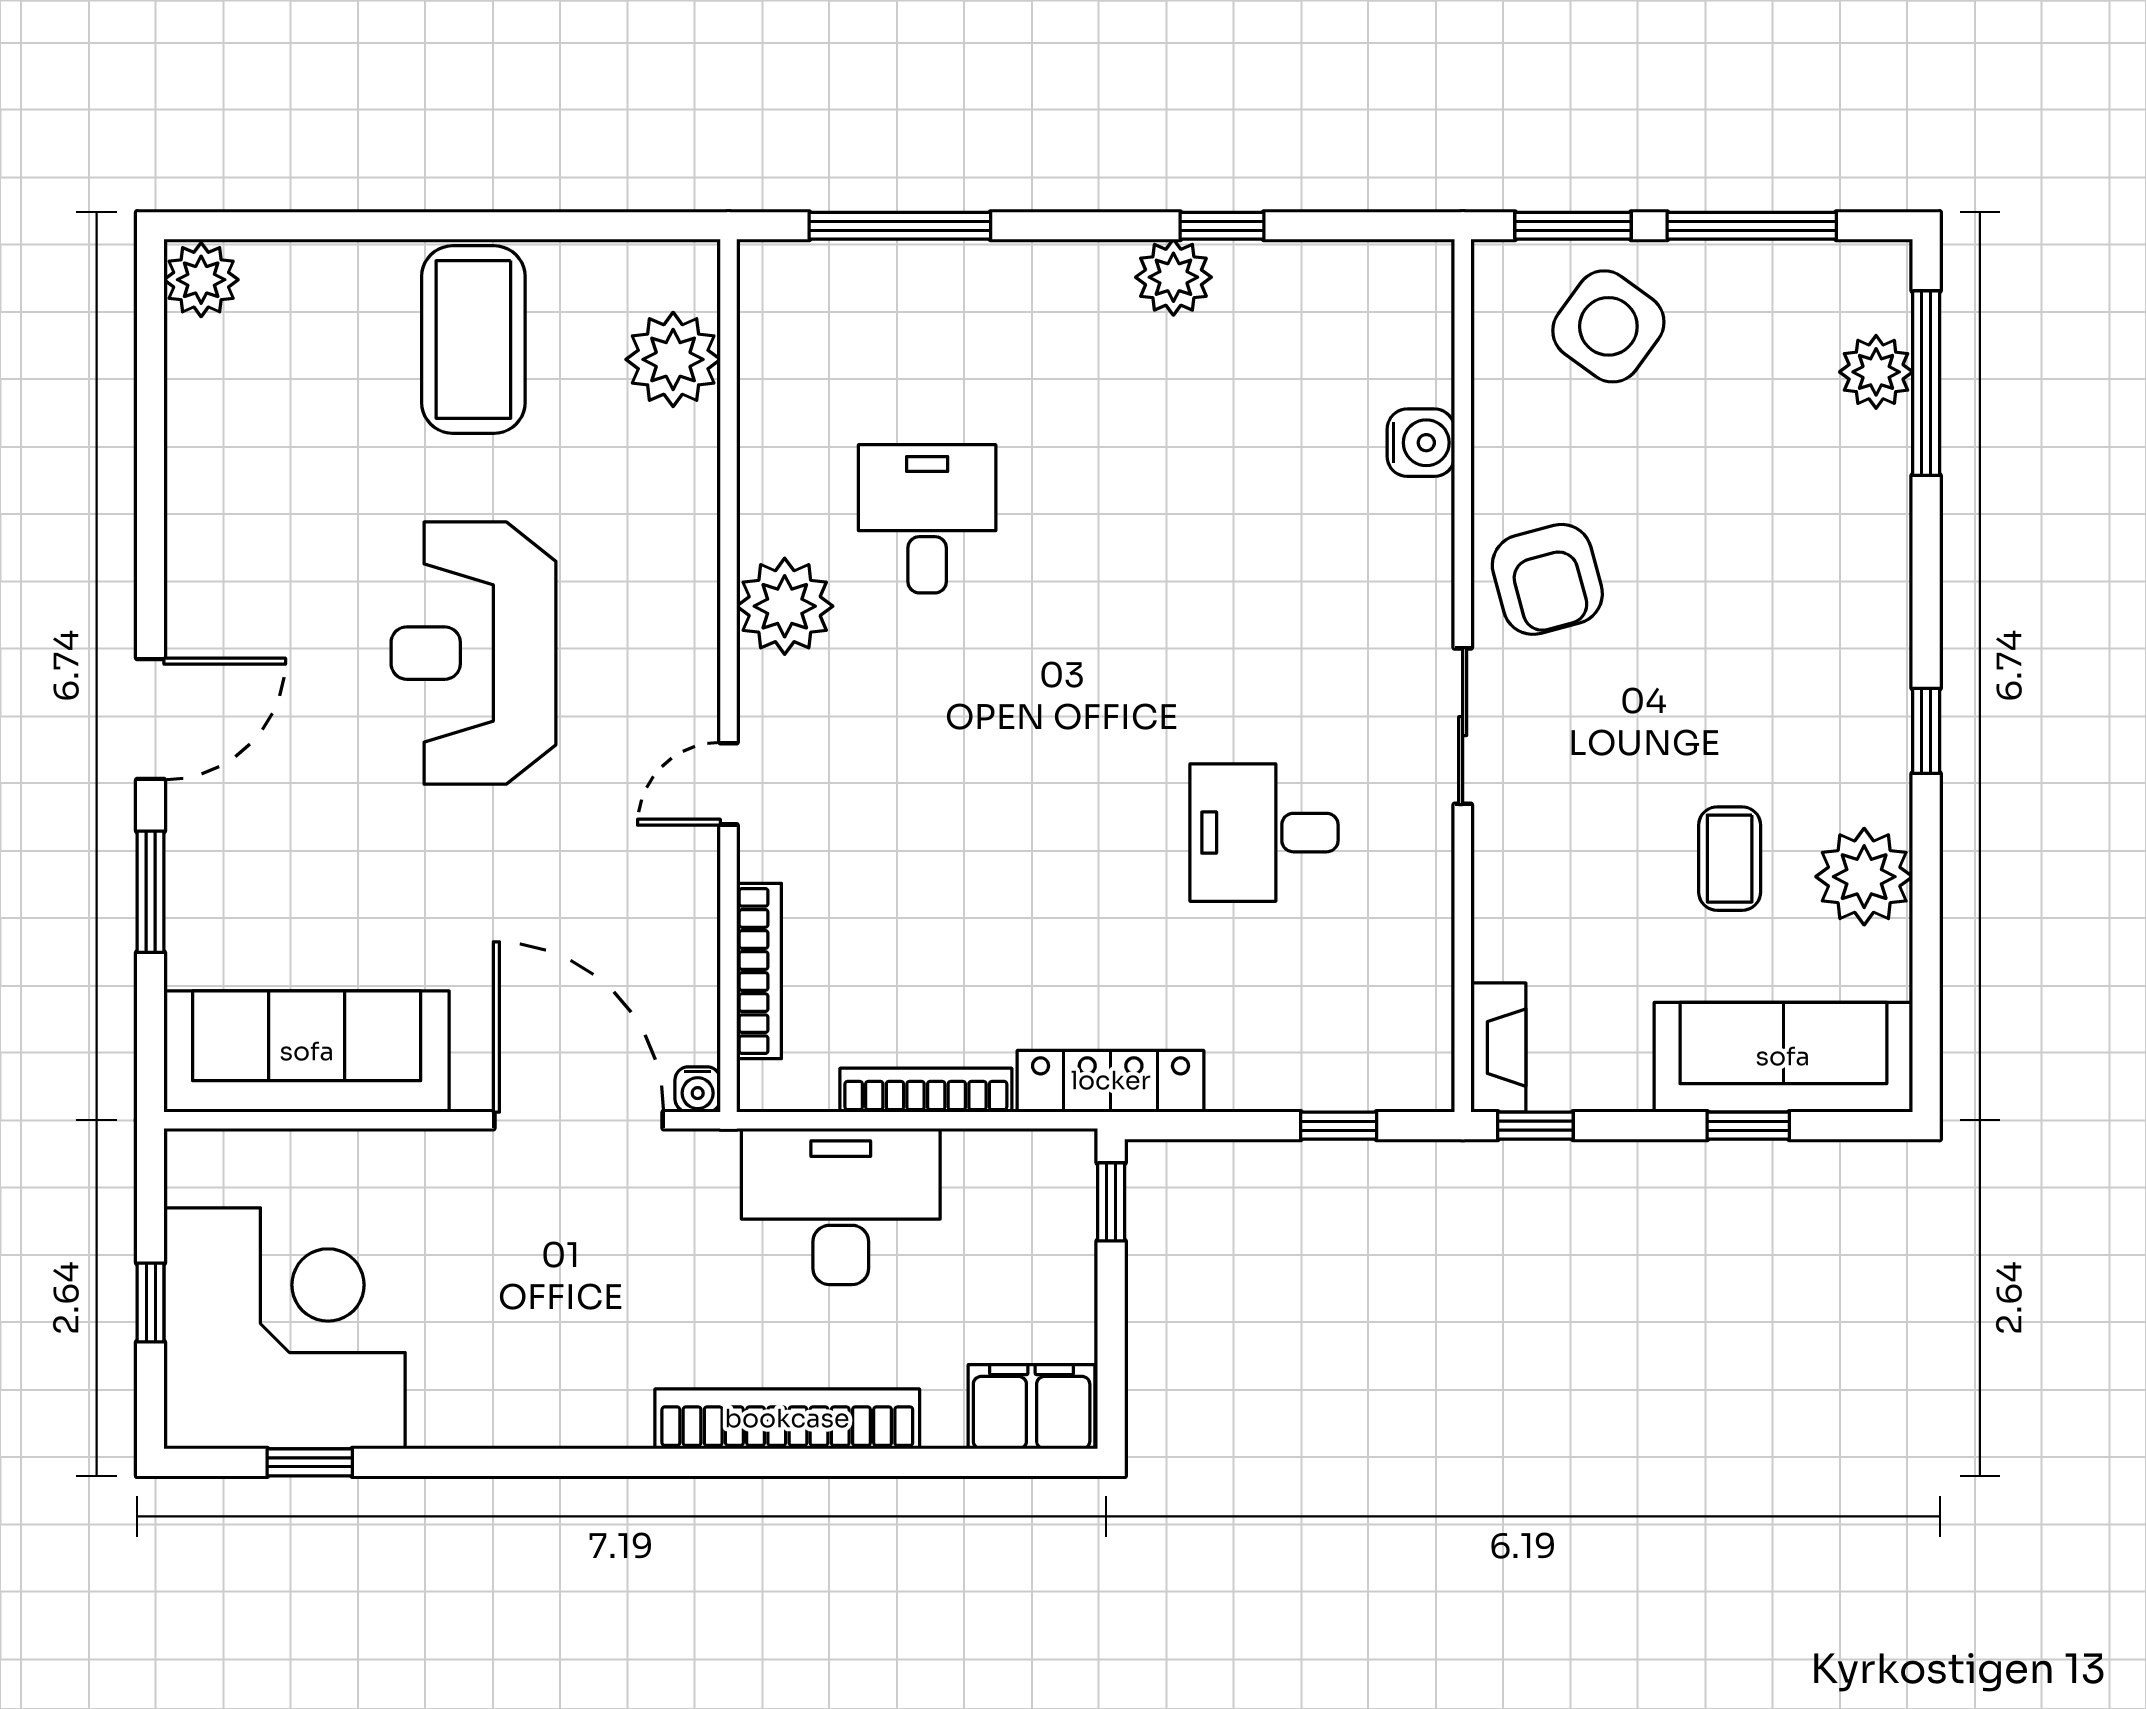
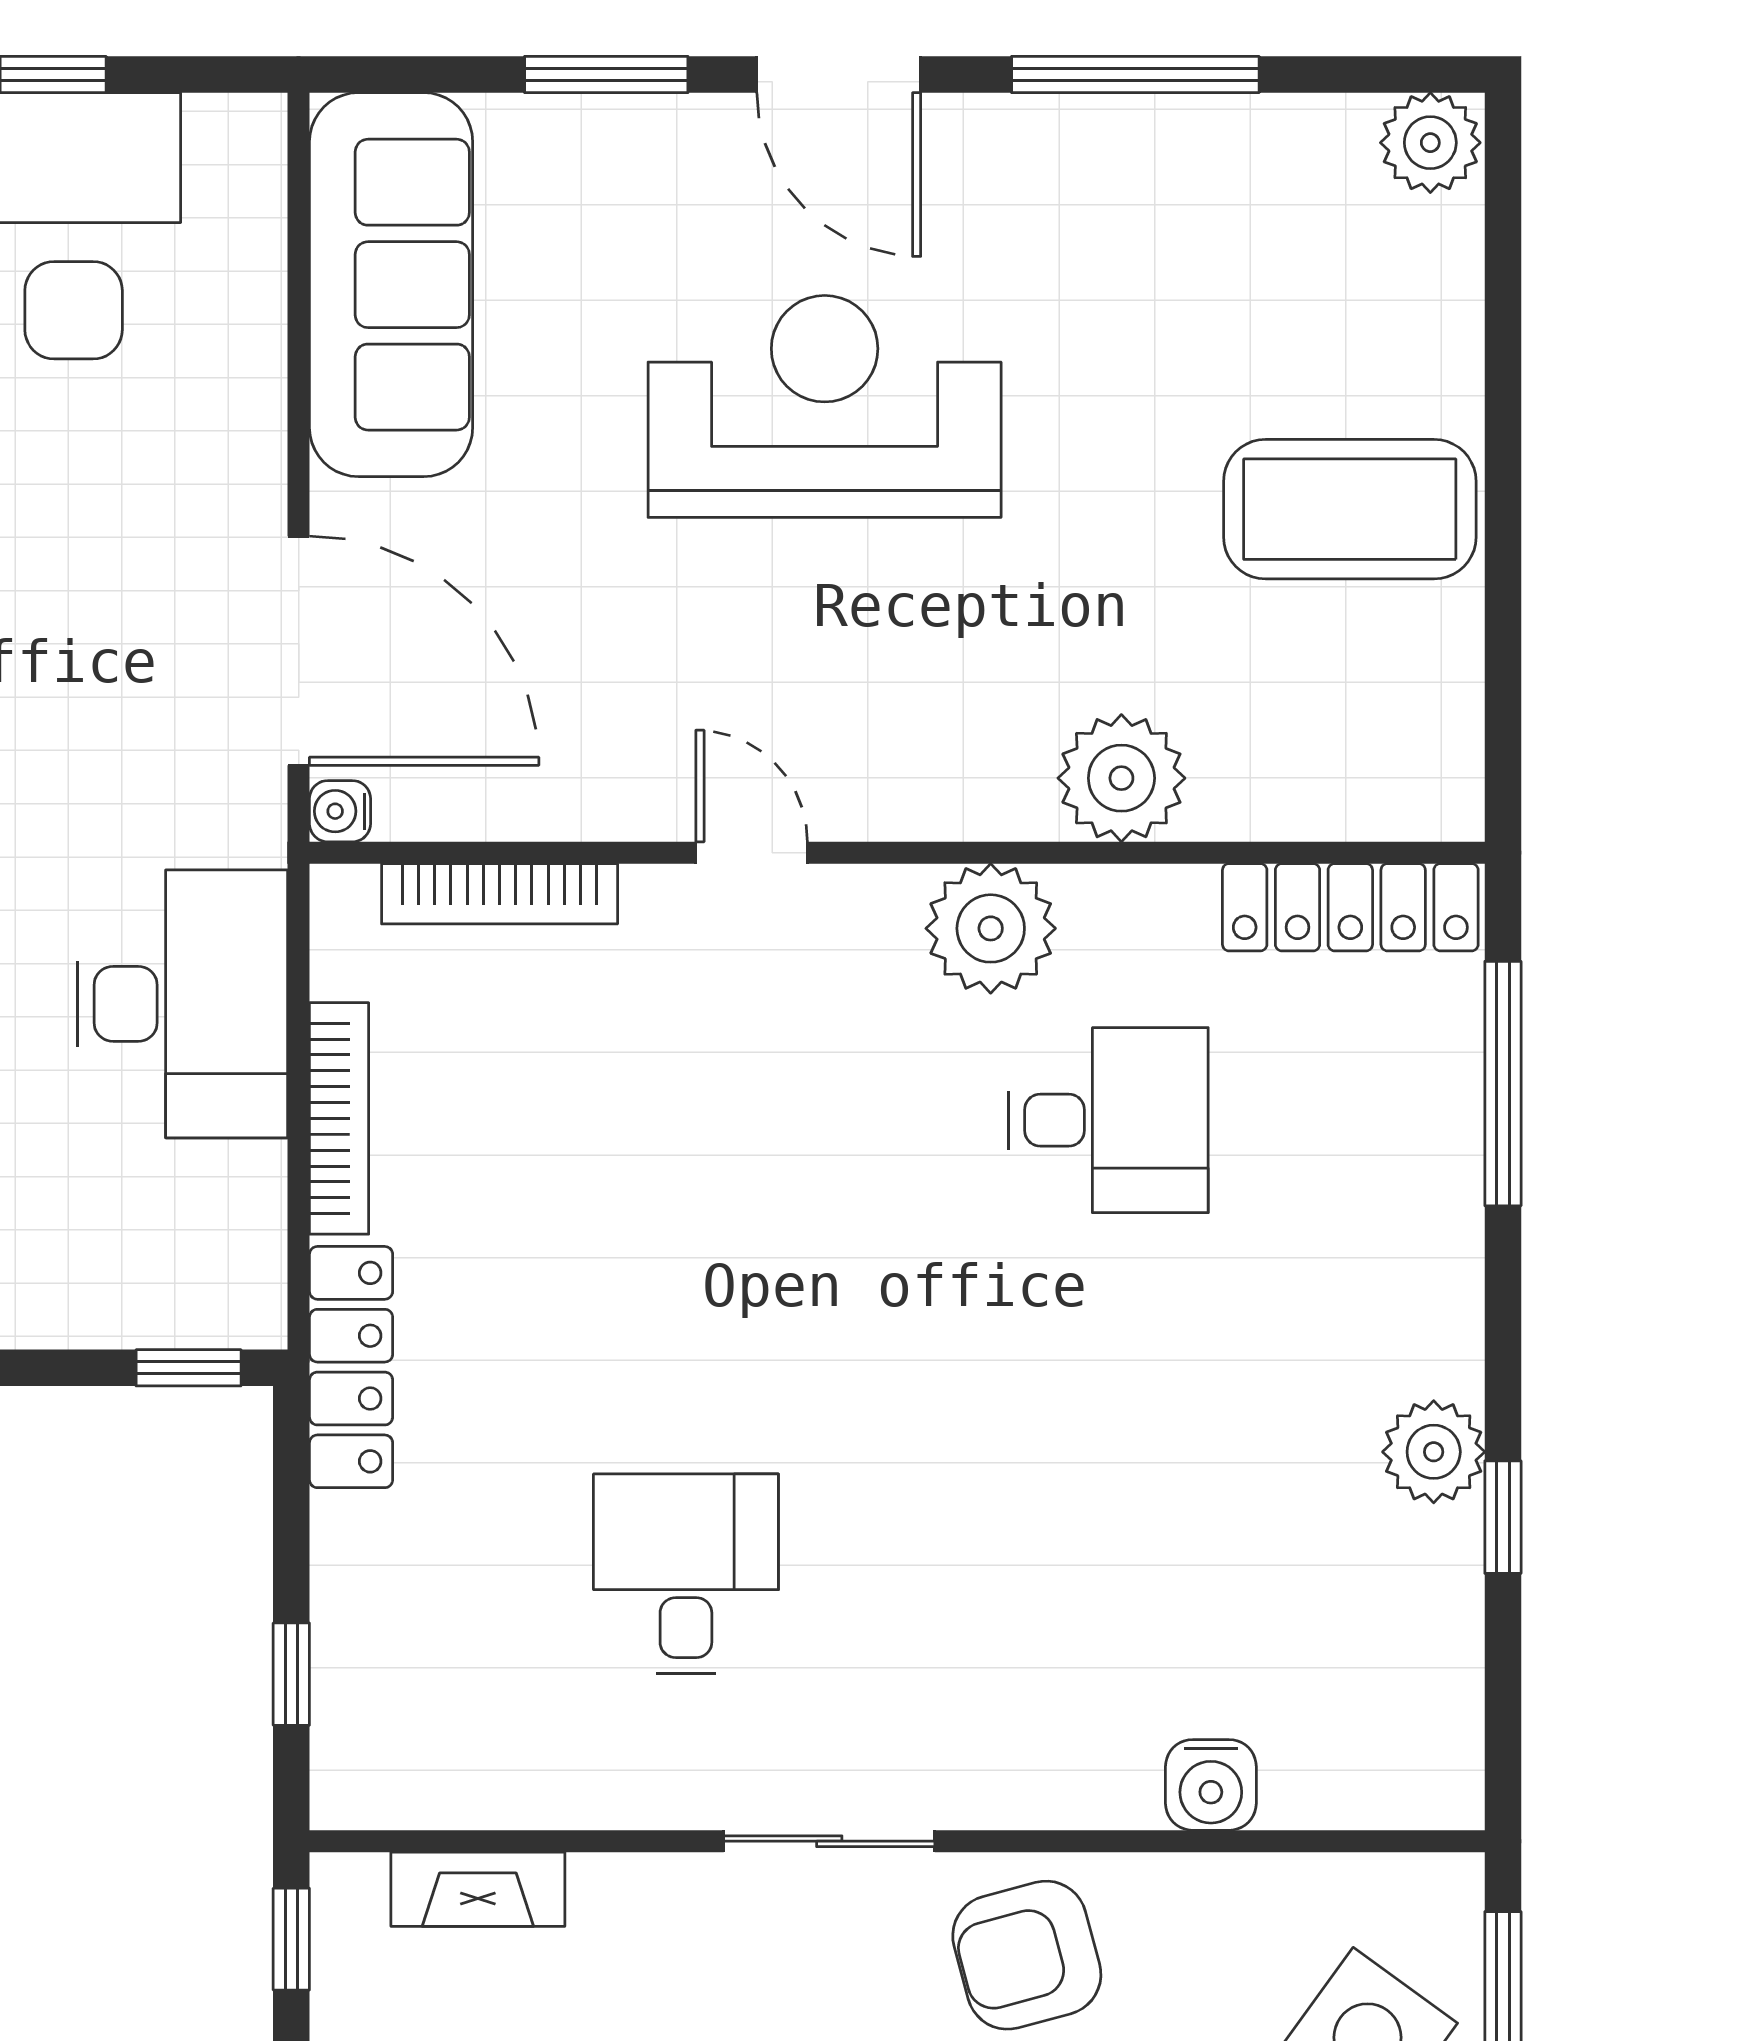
locker: (769, 339) -> (1350, 907), added
plant: (673, 359) -> (1121, 778), moved
window: (151, 499) -> (1135, 74), added
reception desk: (474, 653) -> (825, 406), moved
fireplace: (1498, 1048) -> (478, 1889), moved
door: (578, 1120) -> (299, 651), hinge flipped

